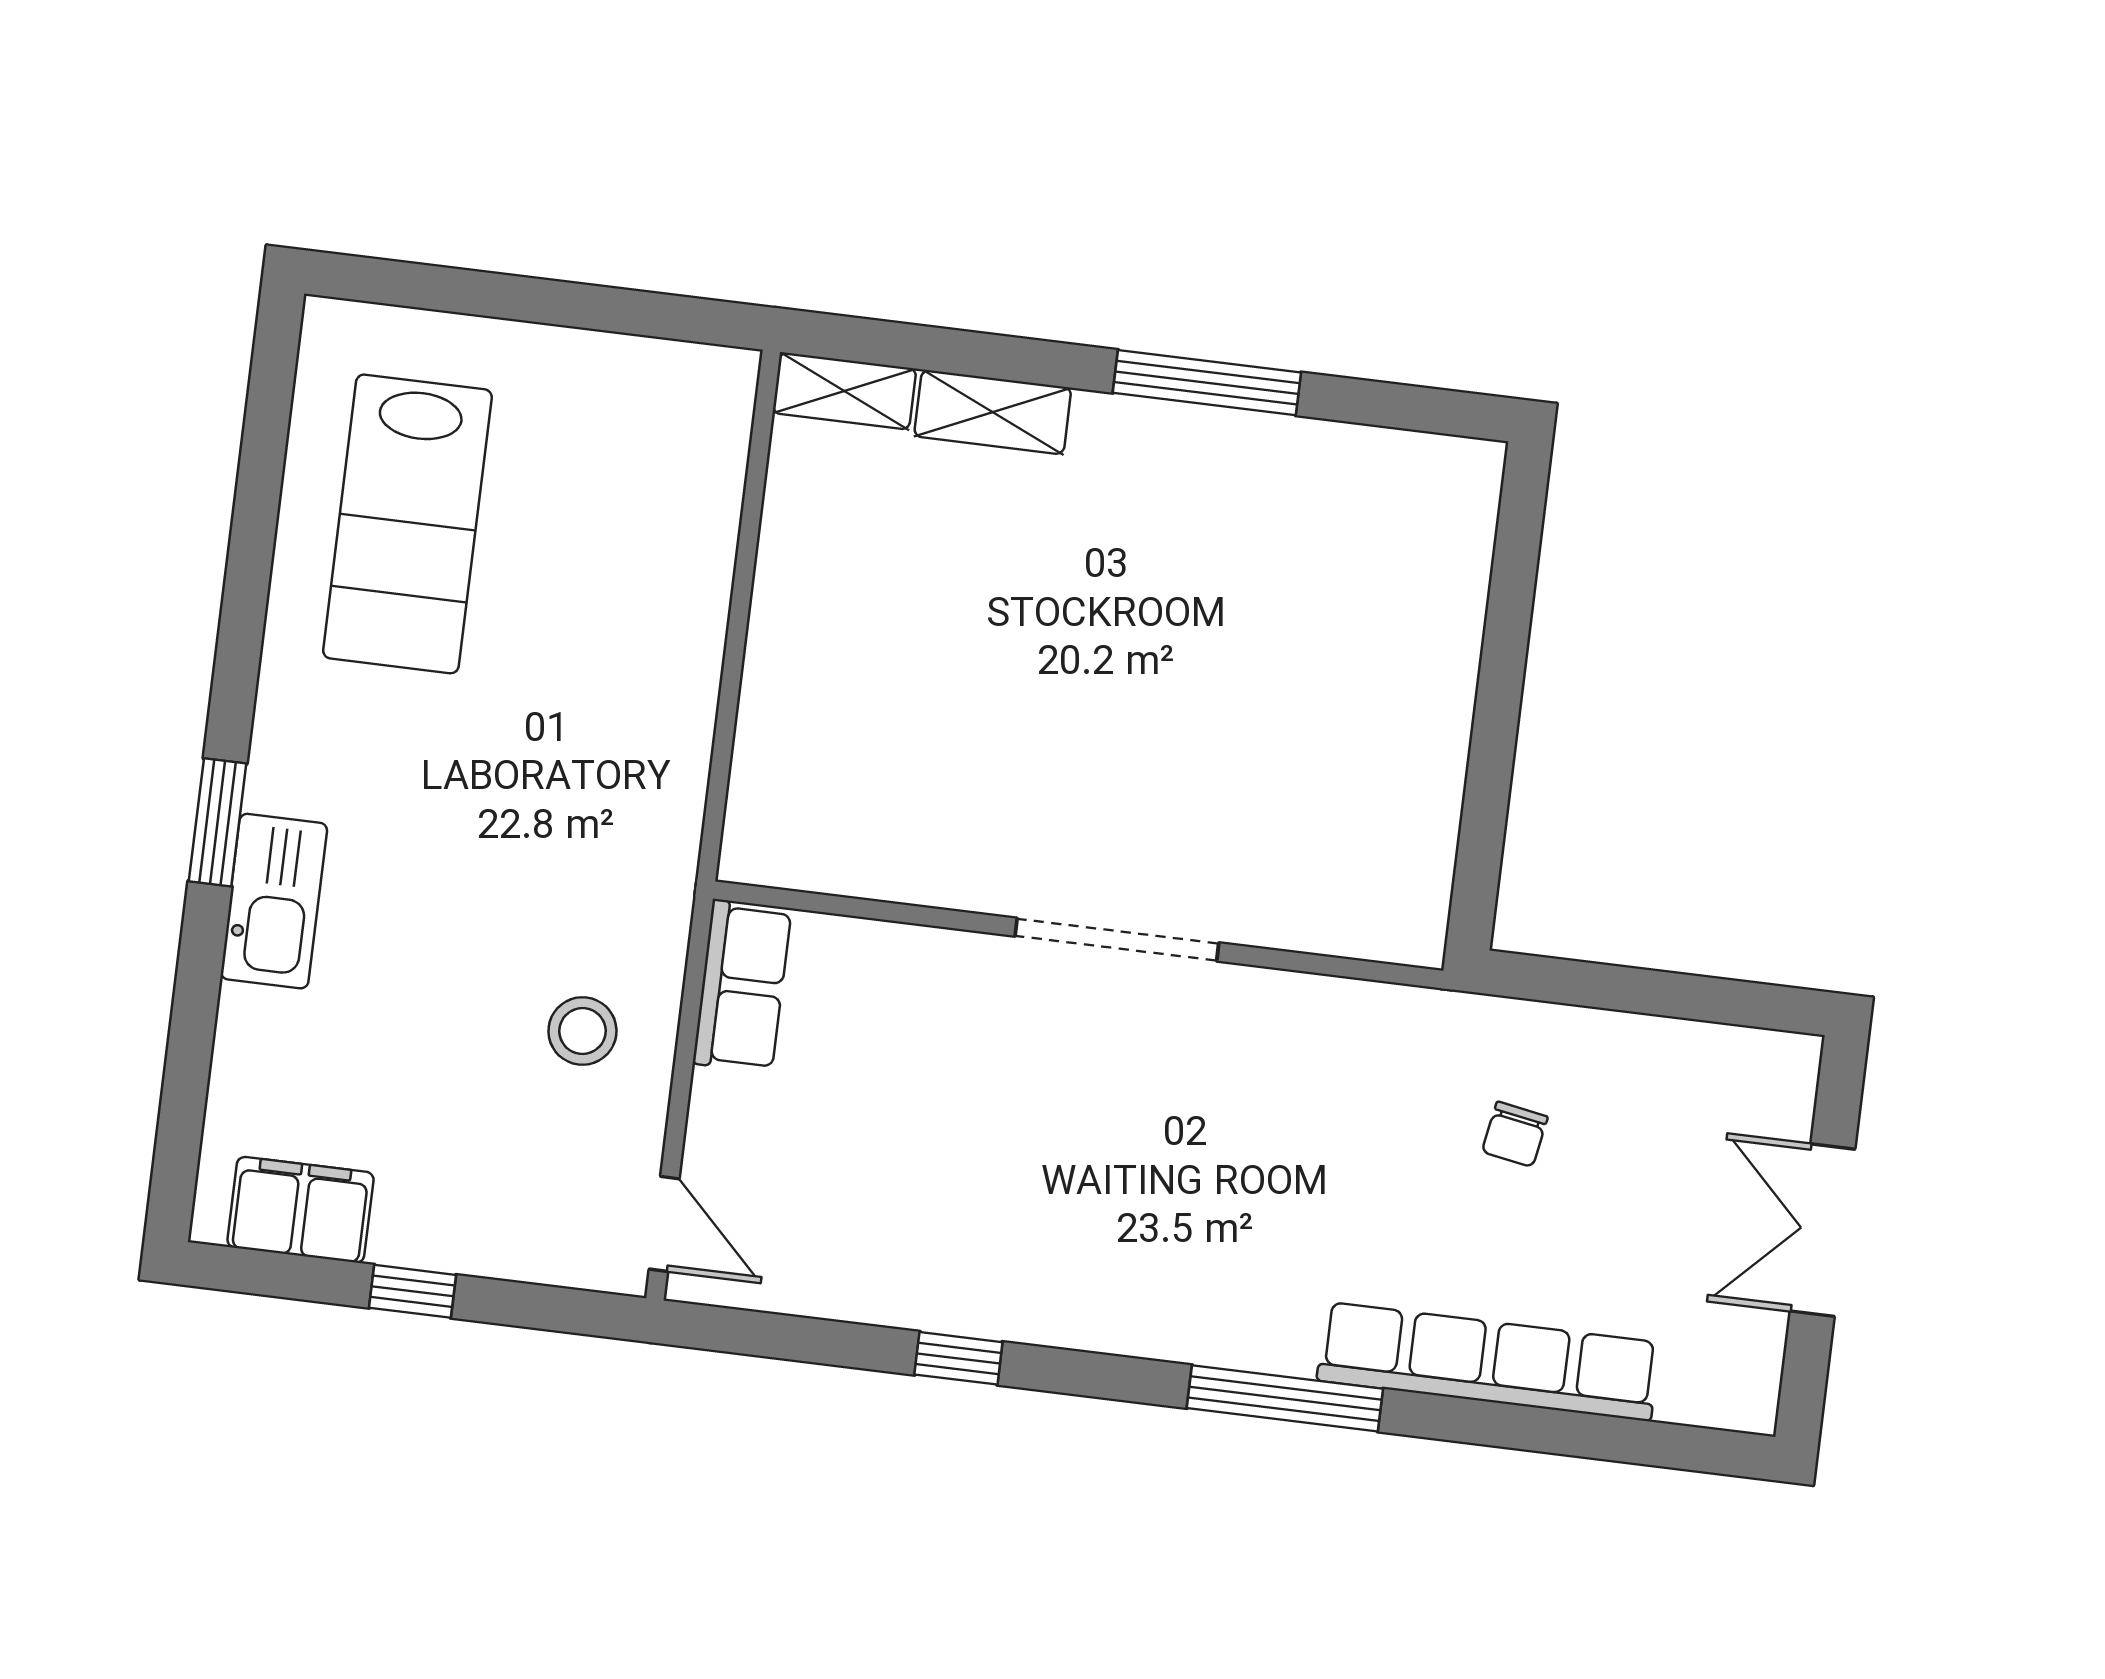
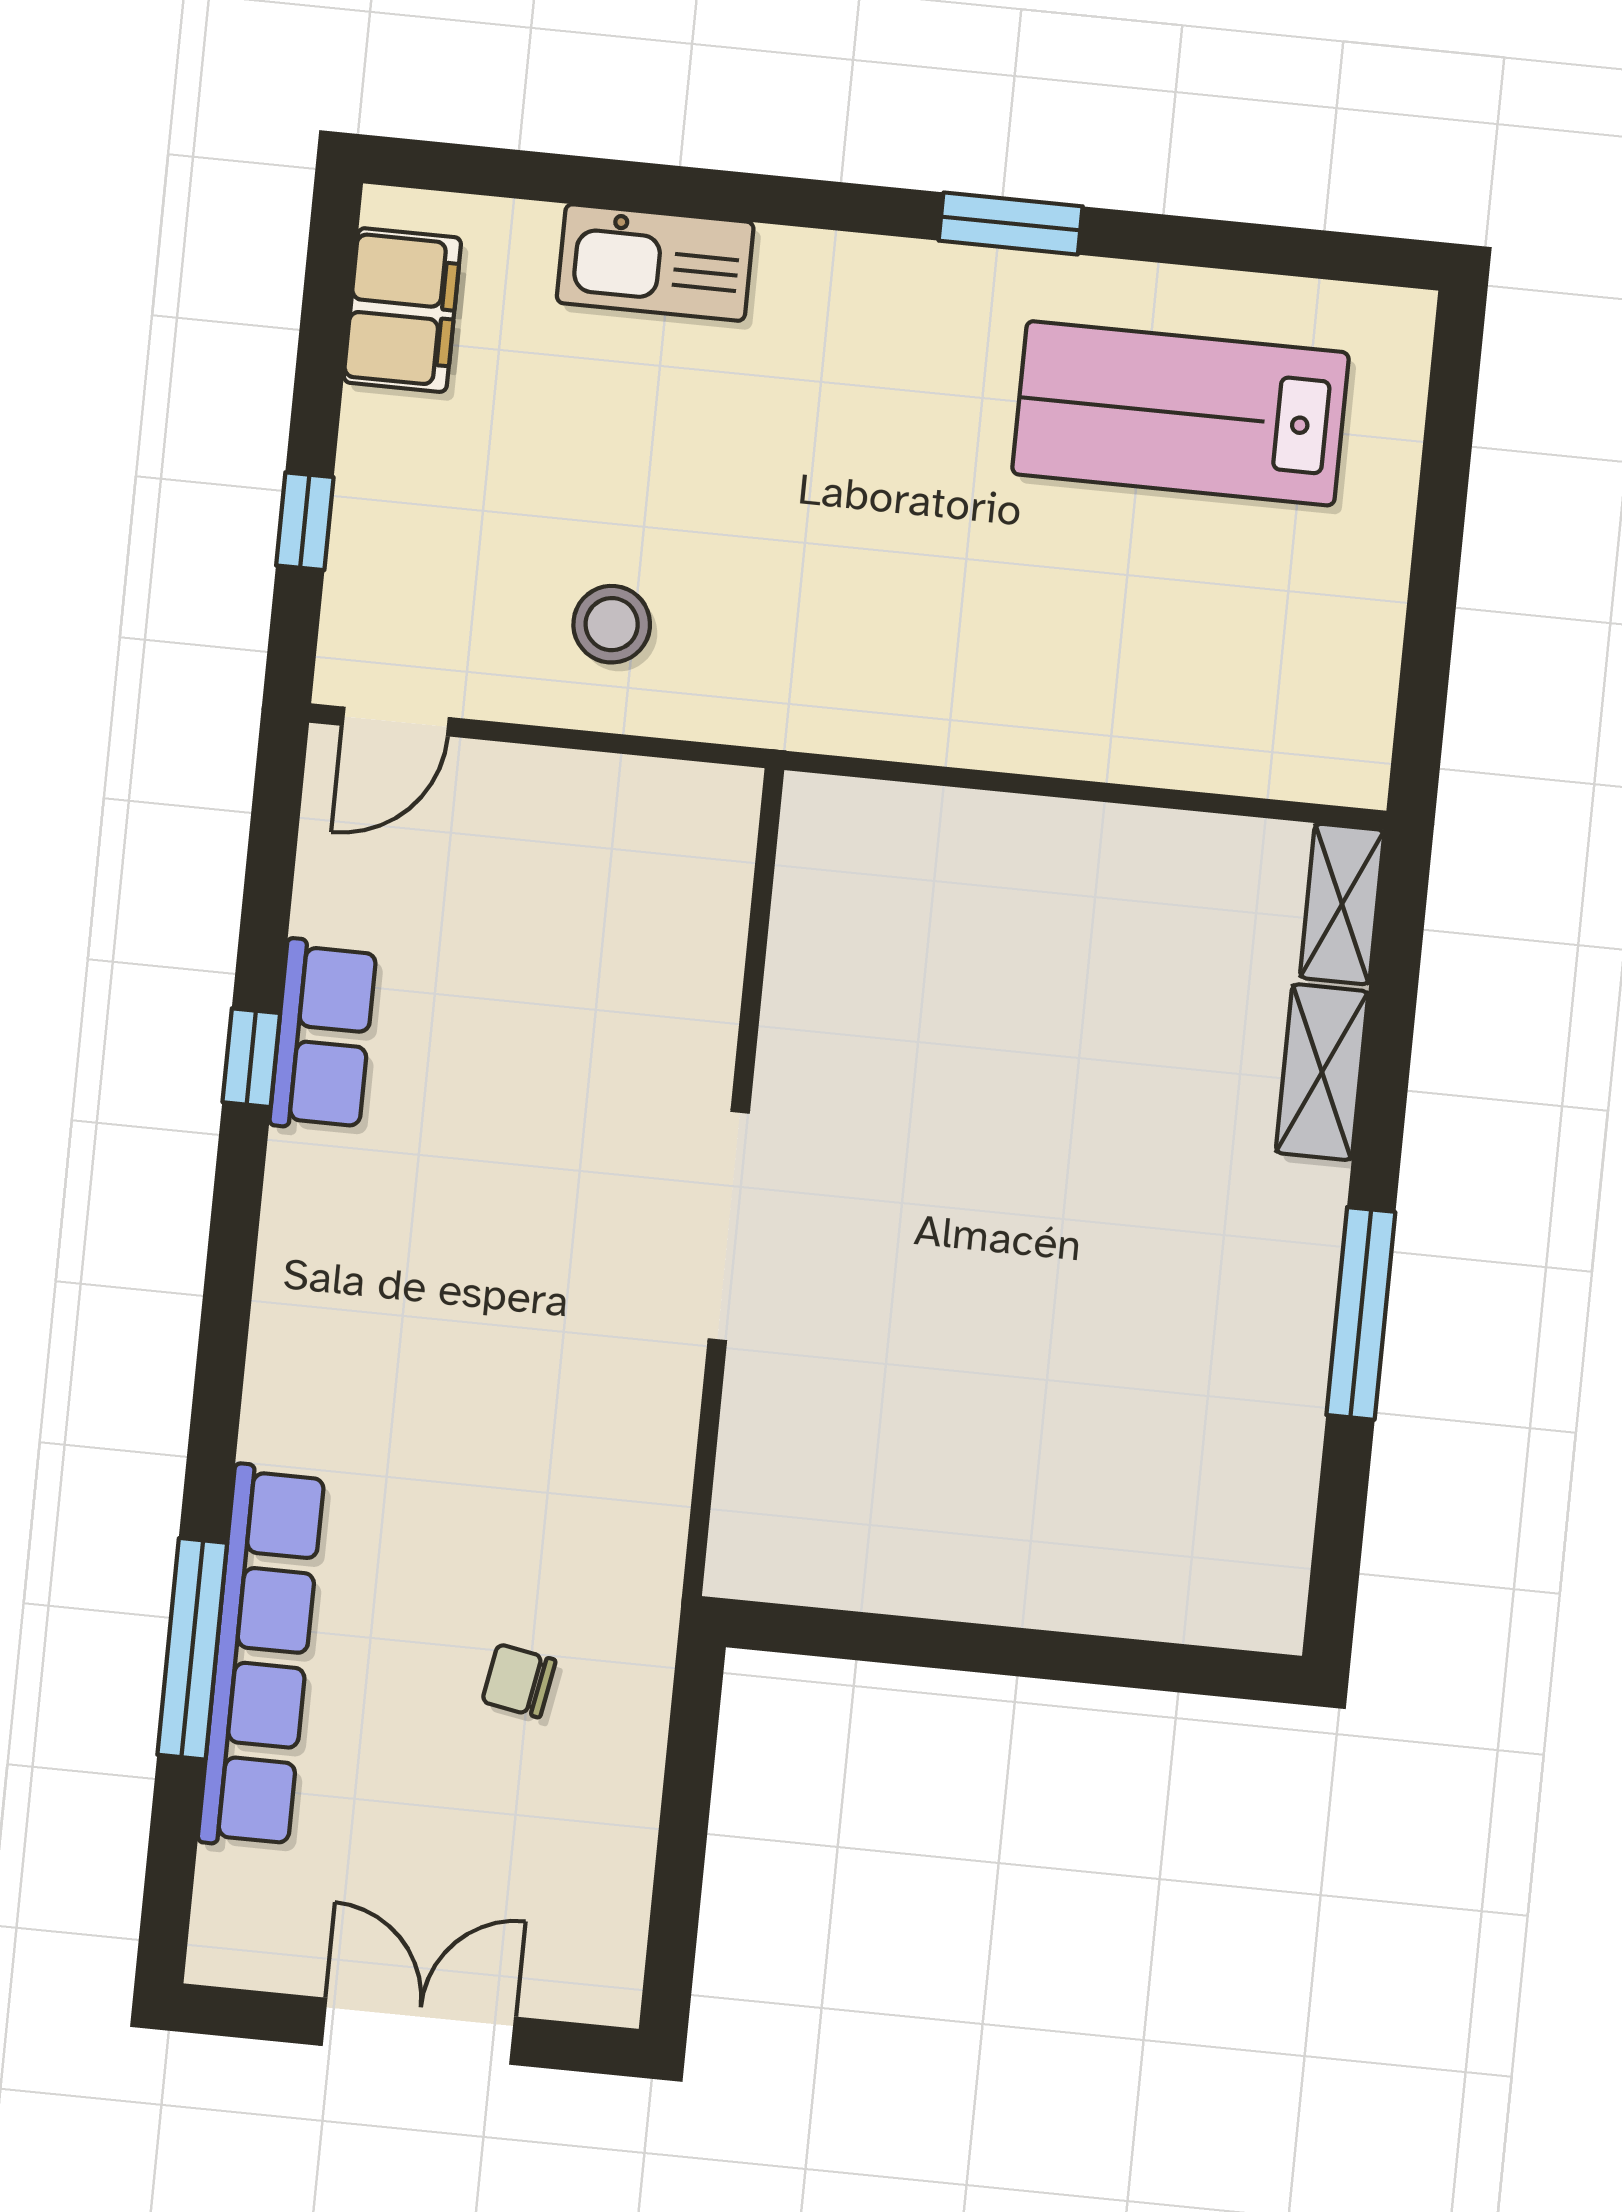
window: (218, 822) -> (1011, 224), moved
kitchen sink: (274, 901) -> (655, 263), moved
row of seats: (742, 986) -> (323, 1036), moved, turned -90
window: (413, 1291) -> (305, 521), moved
window: (1285, 1398) -> (192, 1649), moved

